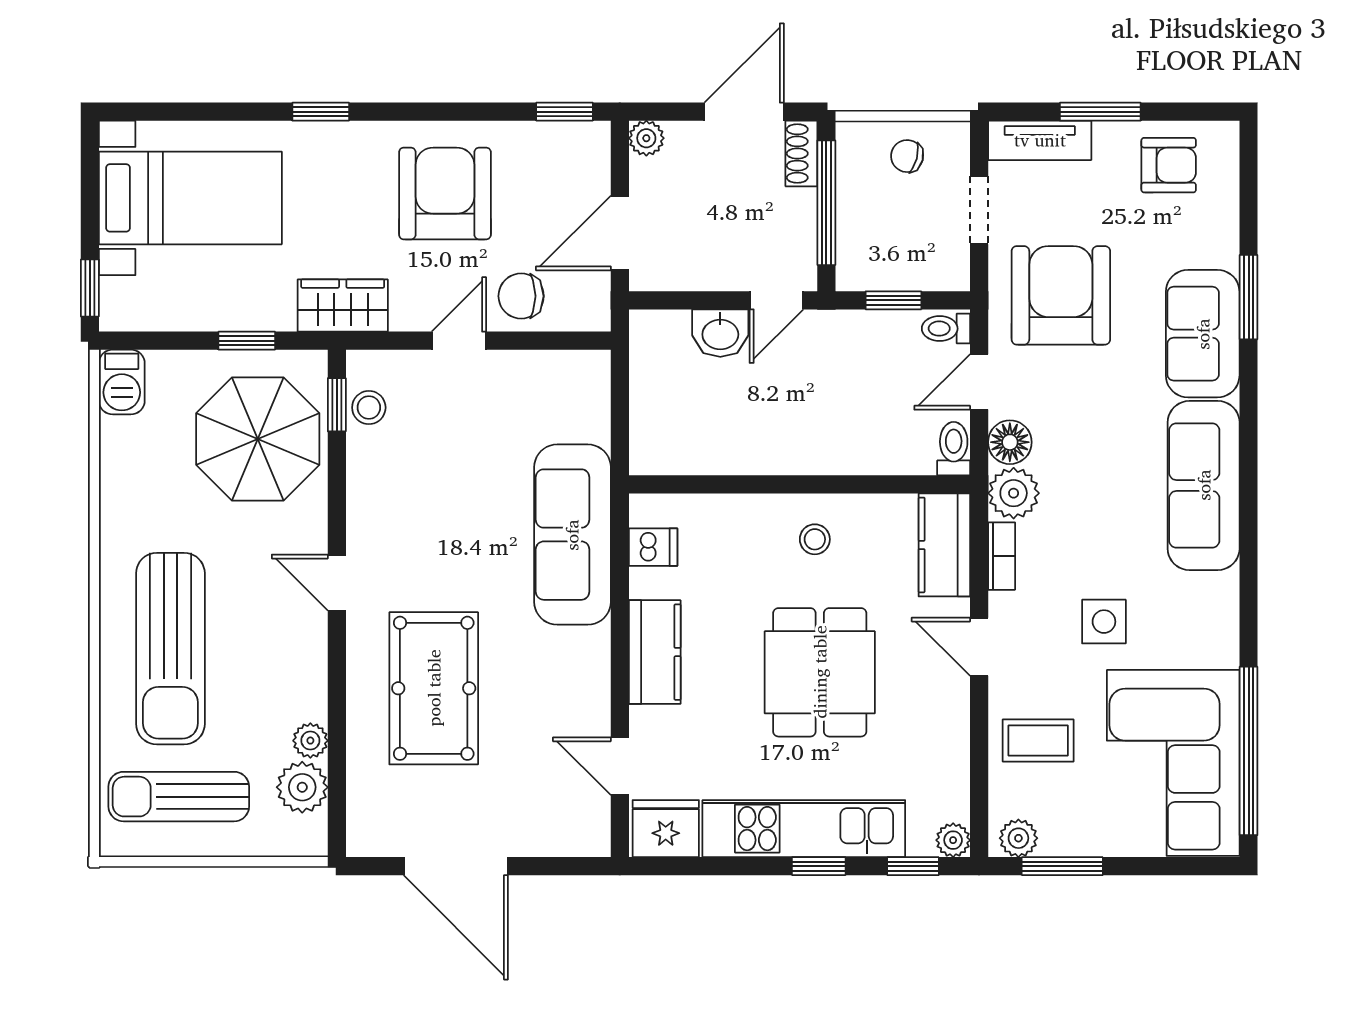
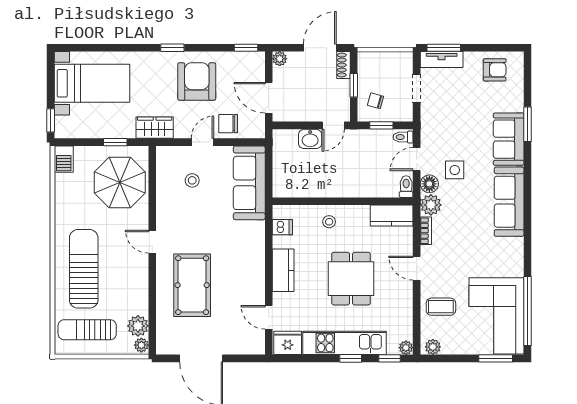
window: (321, 112) -> (172, 48), moved
window: (1100, 112) -> (444, 48), moved
chair: (907, 156) -> (375, 101), moved
window: (826, 203) -> (354, 85), width x0.46
door: (620, 233) -> (269, 98), hinge flipped
armchair: (1061, 295) -> (450, 123), removed
window: (337, 405) -> (152, 168), removed
stool: (369, 408) -> (192, 180), moved
sofa: (572, 535) -> (249, 183), moved
stool: (815, 539) -> (329, 222), moved
kitchen counter: (944, 545) -> (392, 216), moved, turned -90
side table: (1104, 622) -> (455, 170), moved
sun lounger: (170, 649) -> (84, 269), turned 180
plant: (310, 741) -> (141, 345), moved
window: (1062, 866) -> (496, 358), moved

